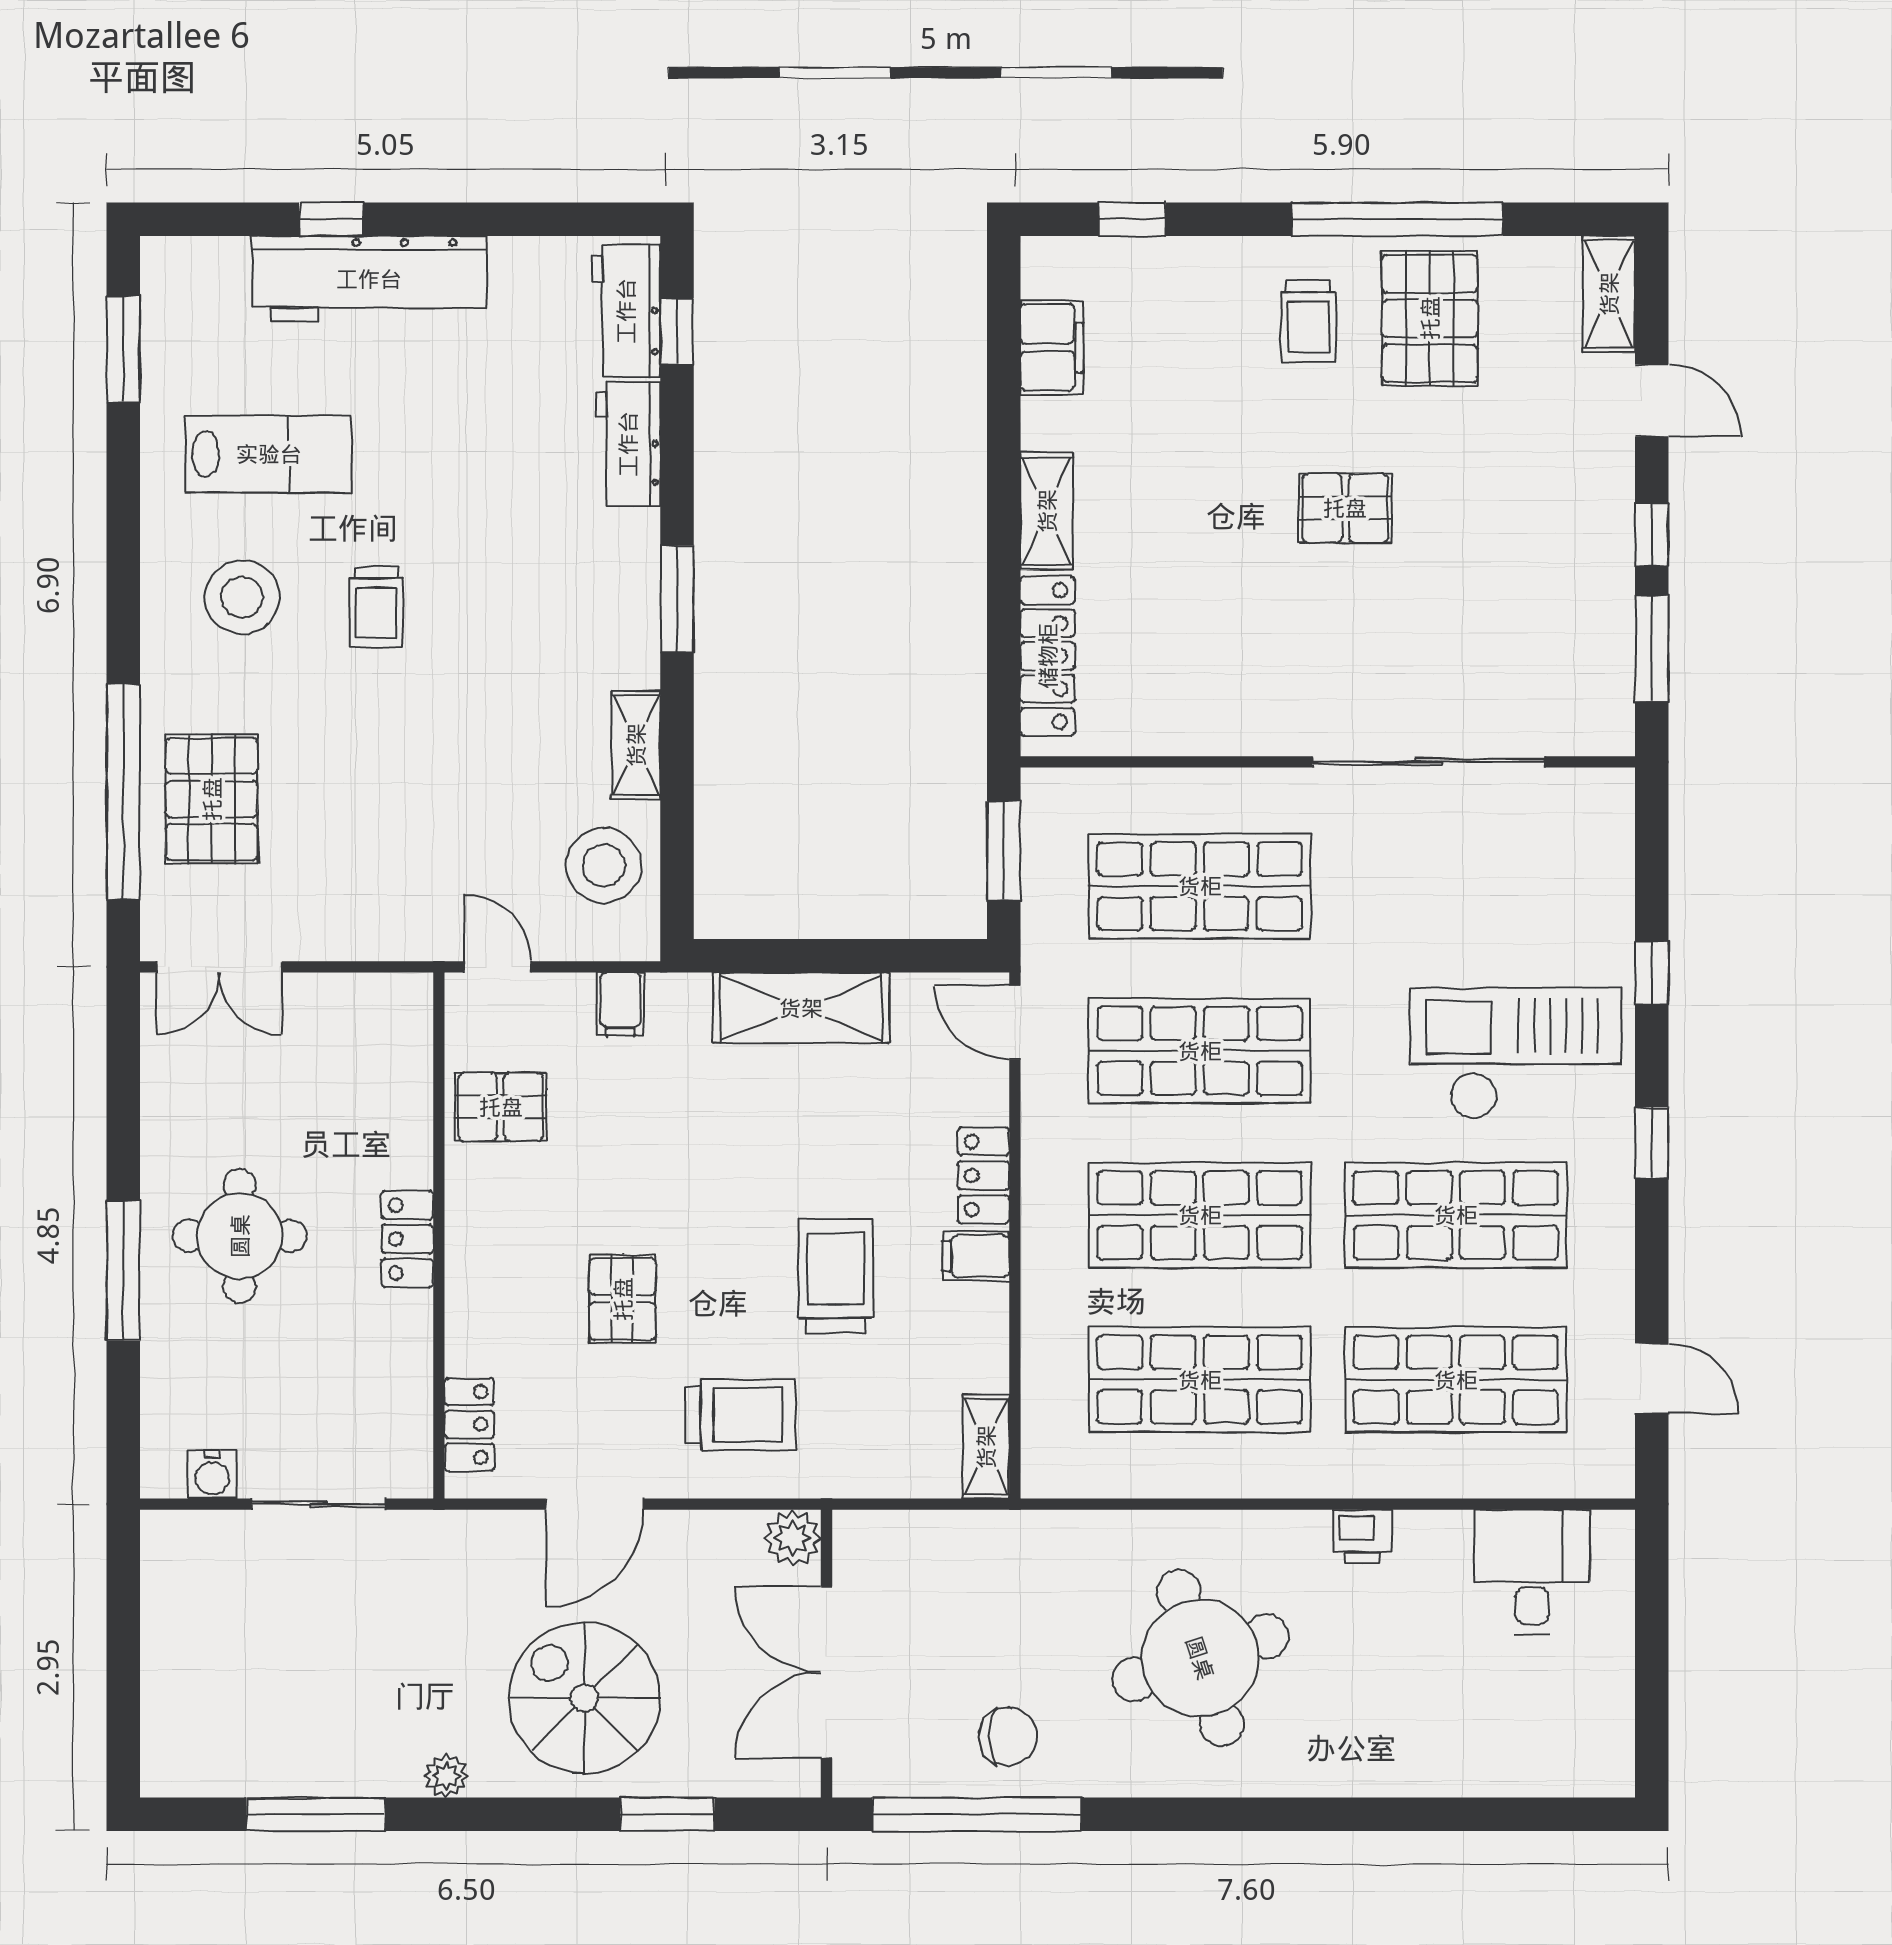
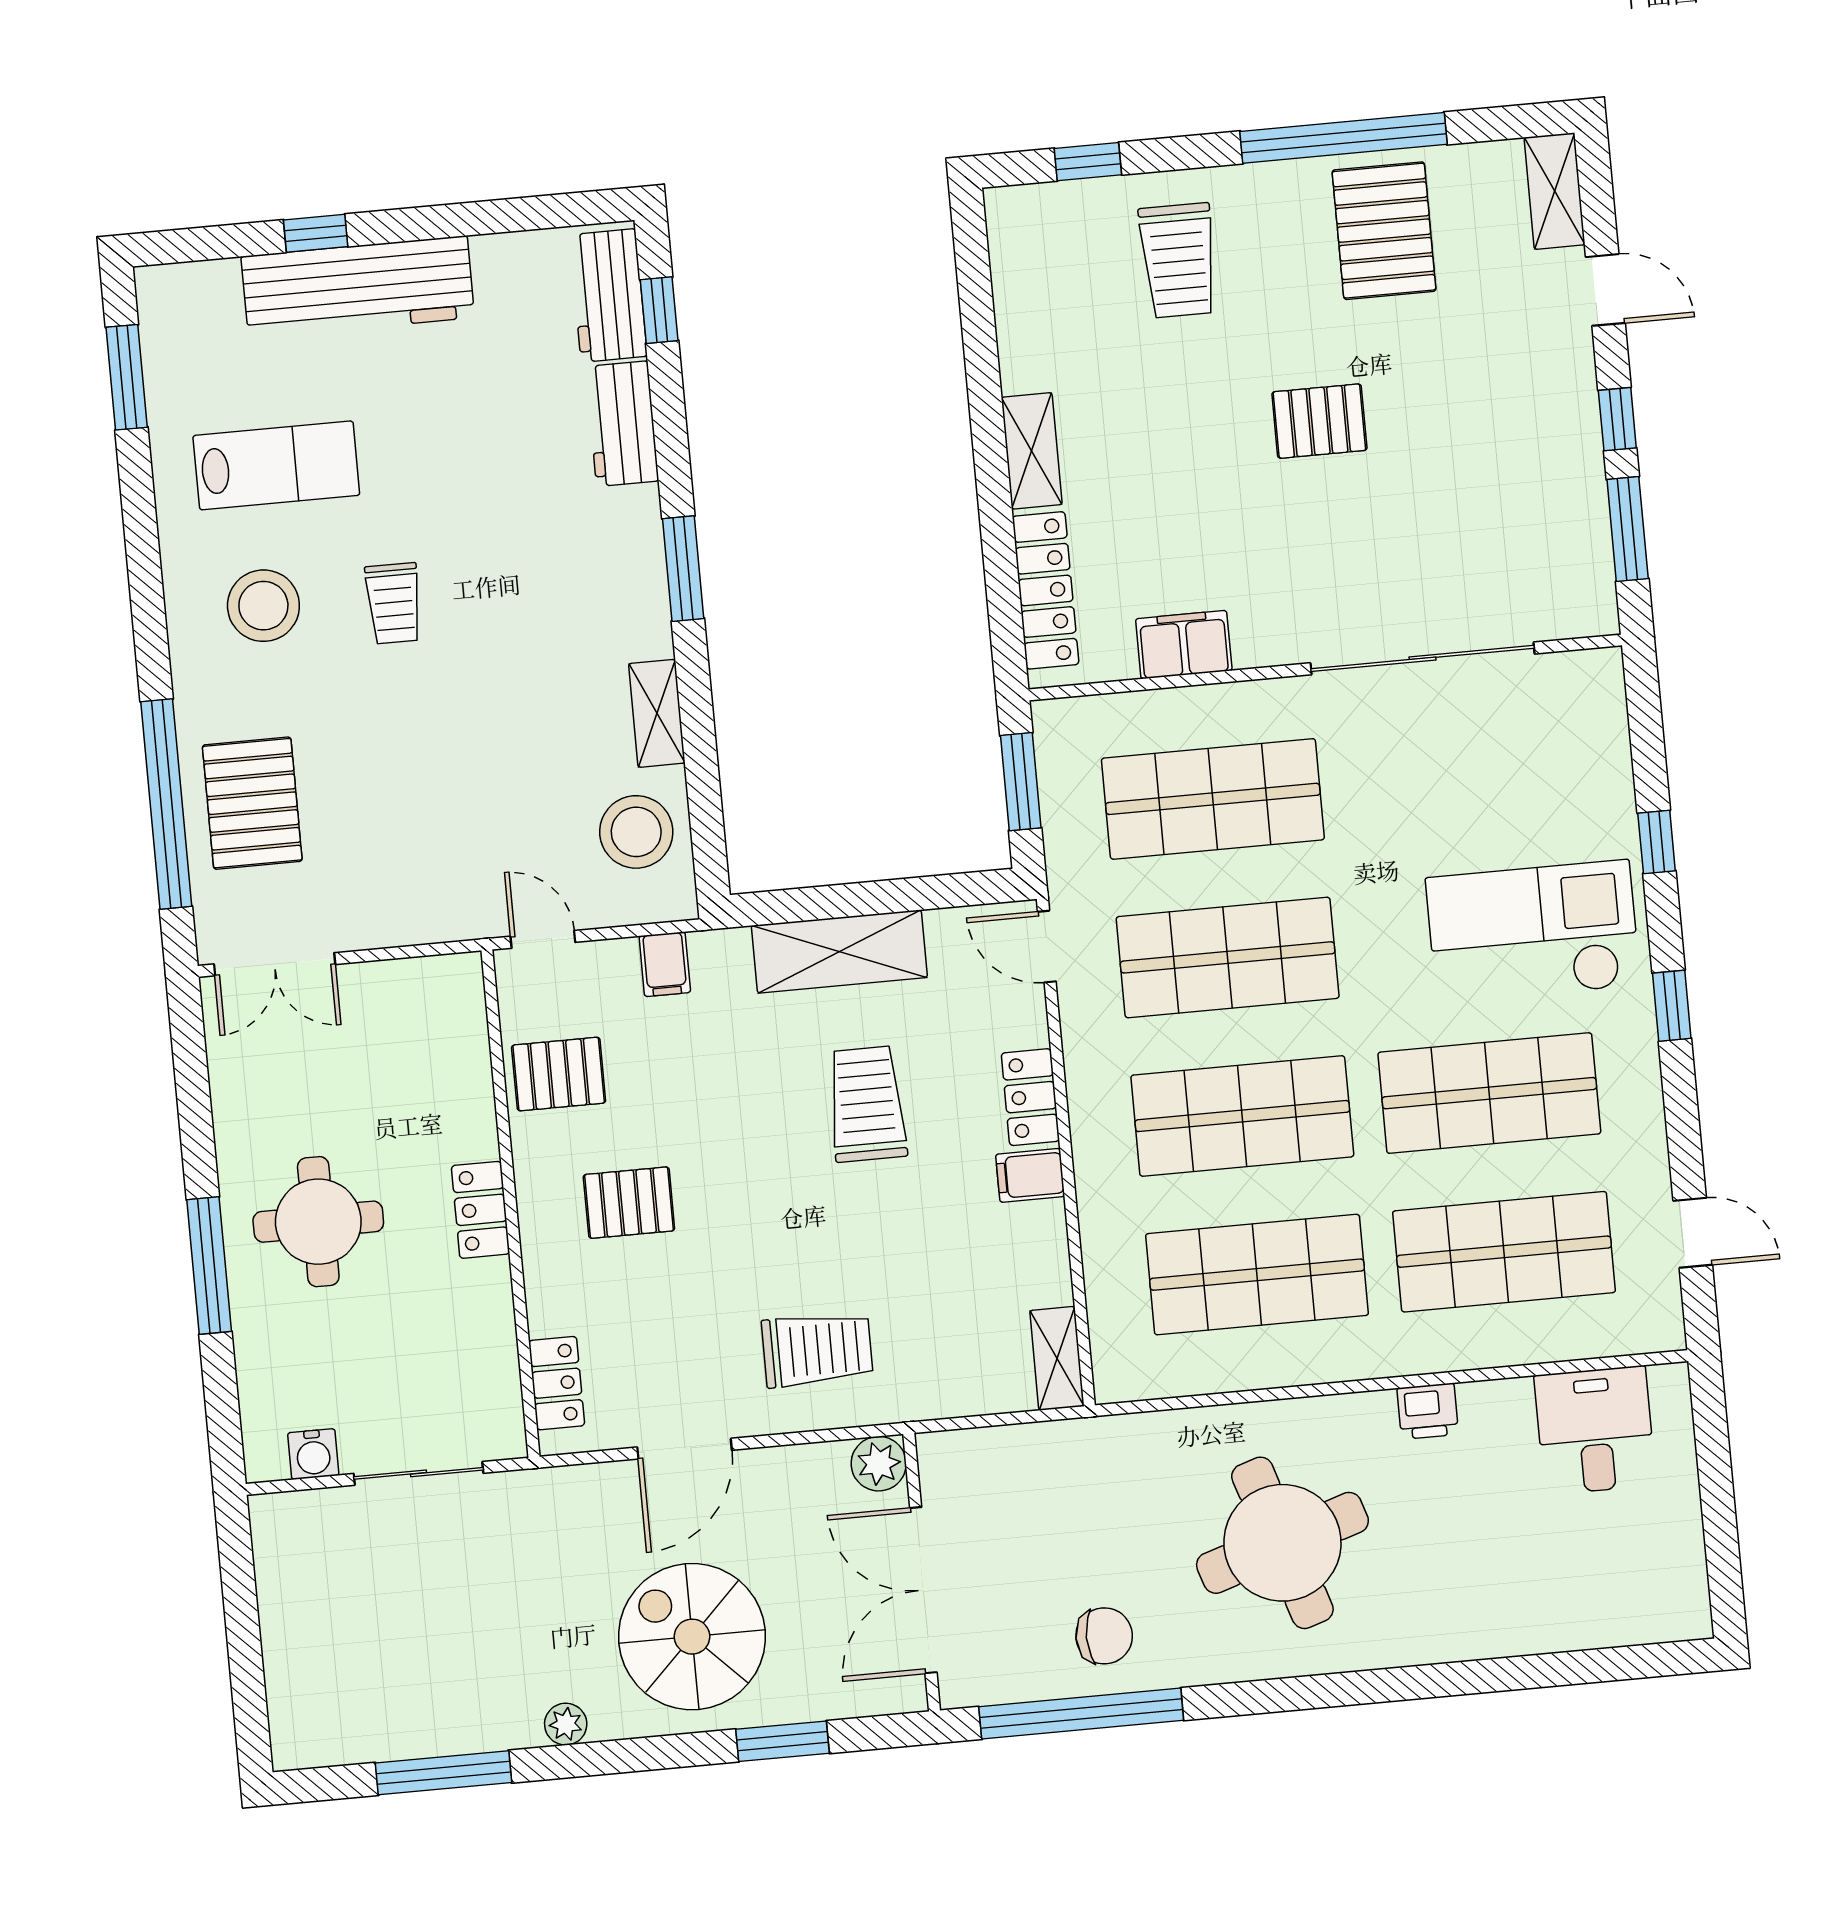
trolley: (1308, 321) -> (1178, 260), moved, width x1.36, depth x1.39
filing cabinet: (1052, 347) -> (1184, 645), moved, turned -90
trolley: (836, 1277) -> (867, 1104), moved
pallet: (623, 1299) -> (629, 1203), moved, turned 90

